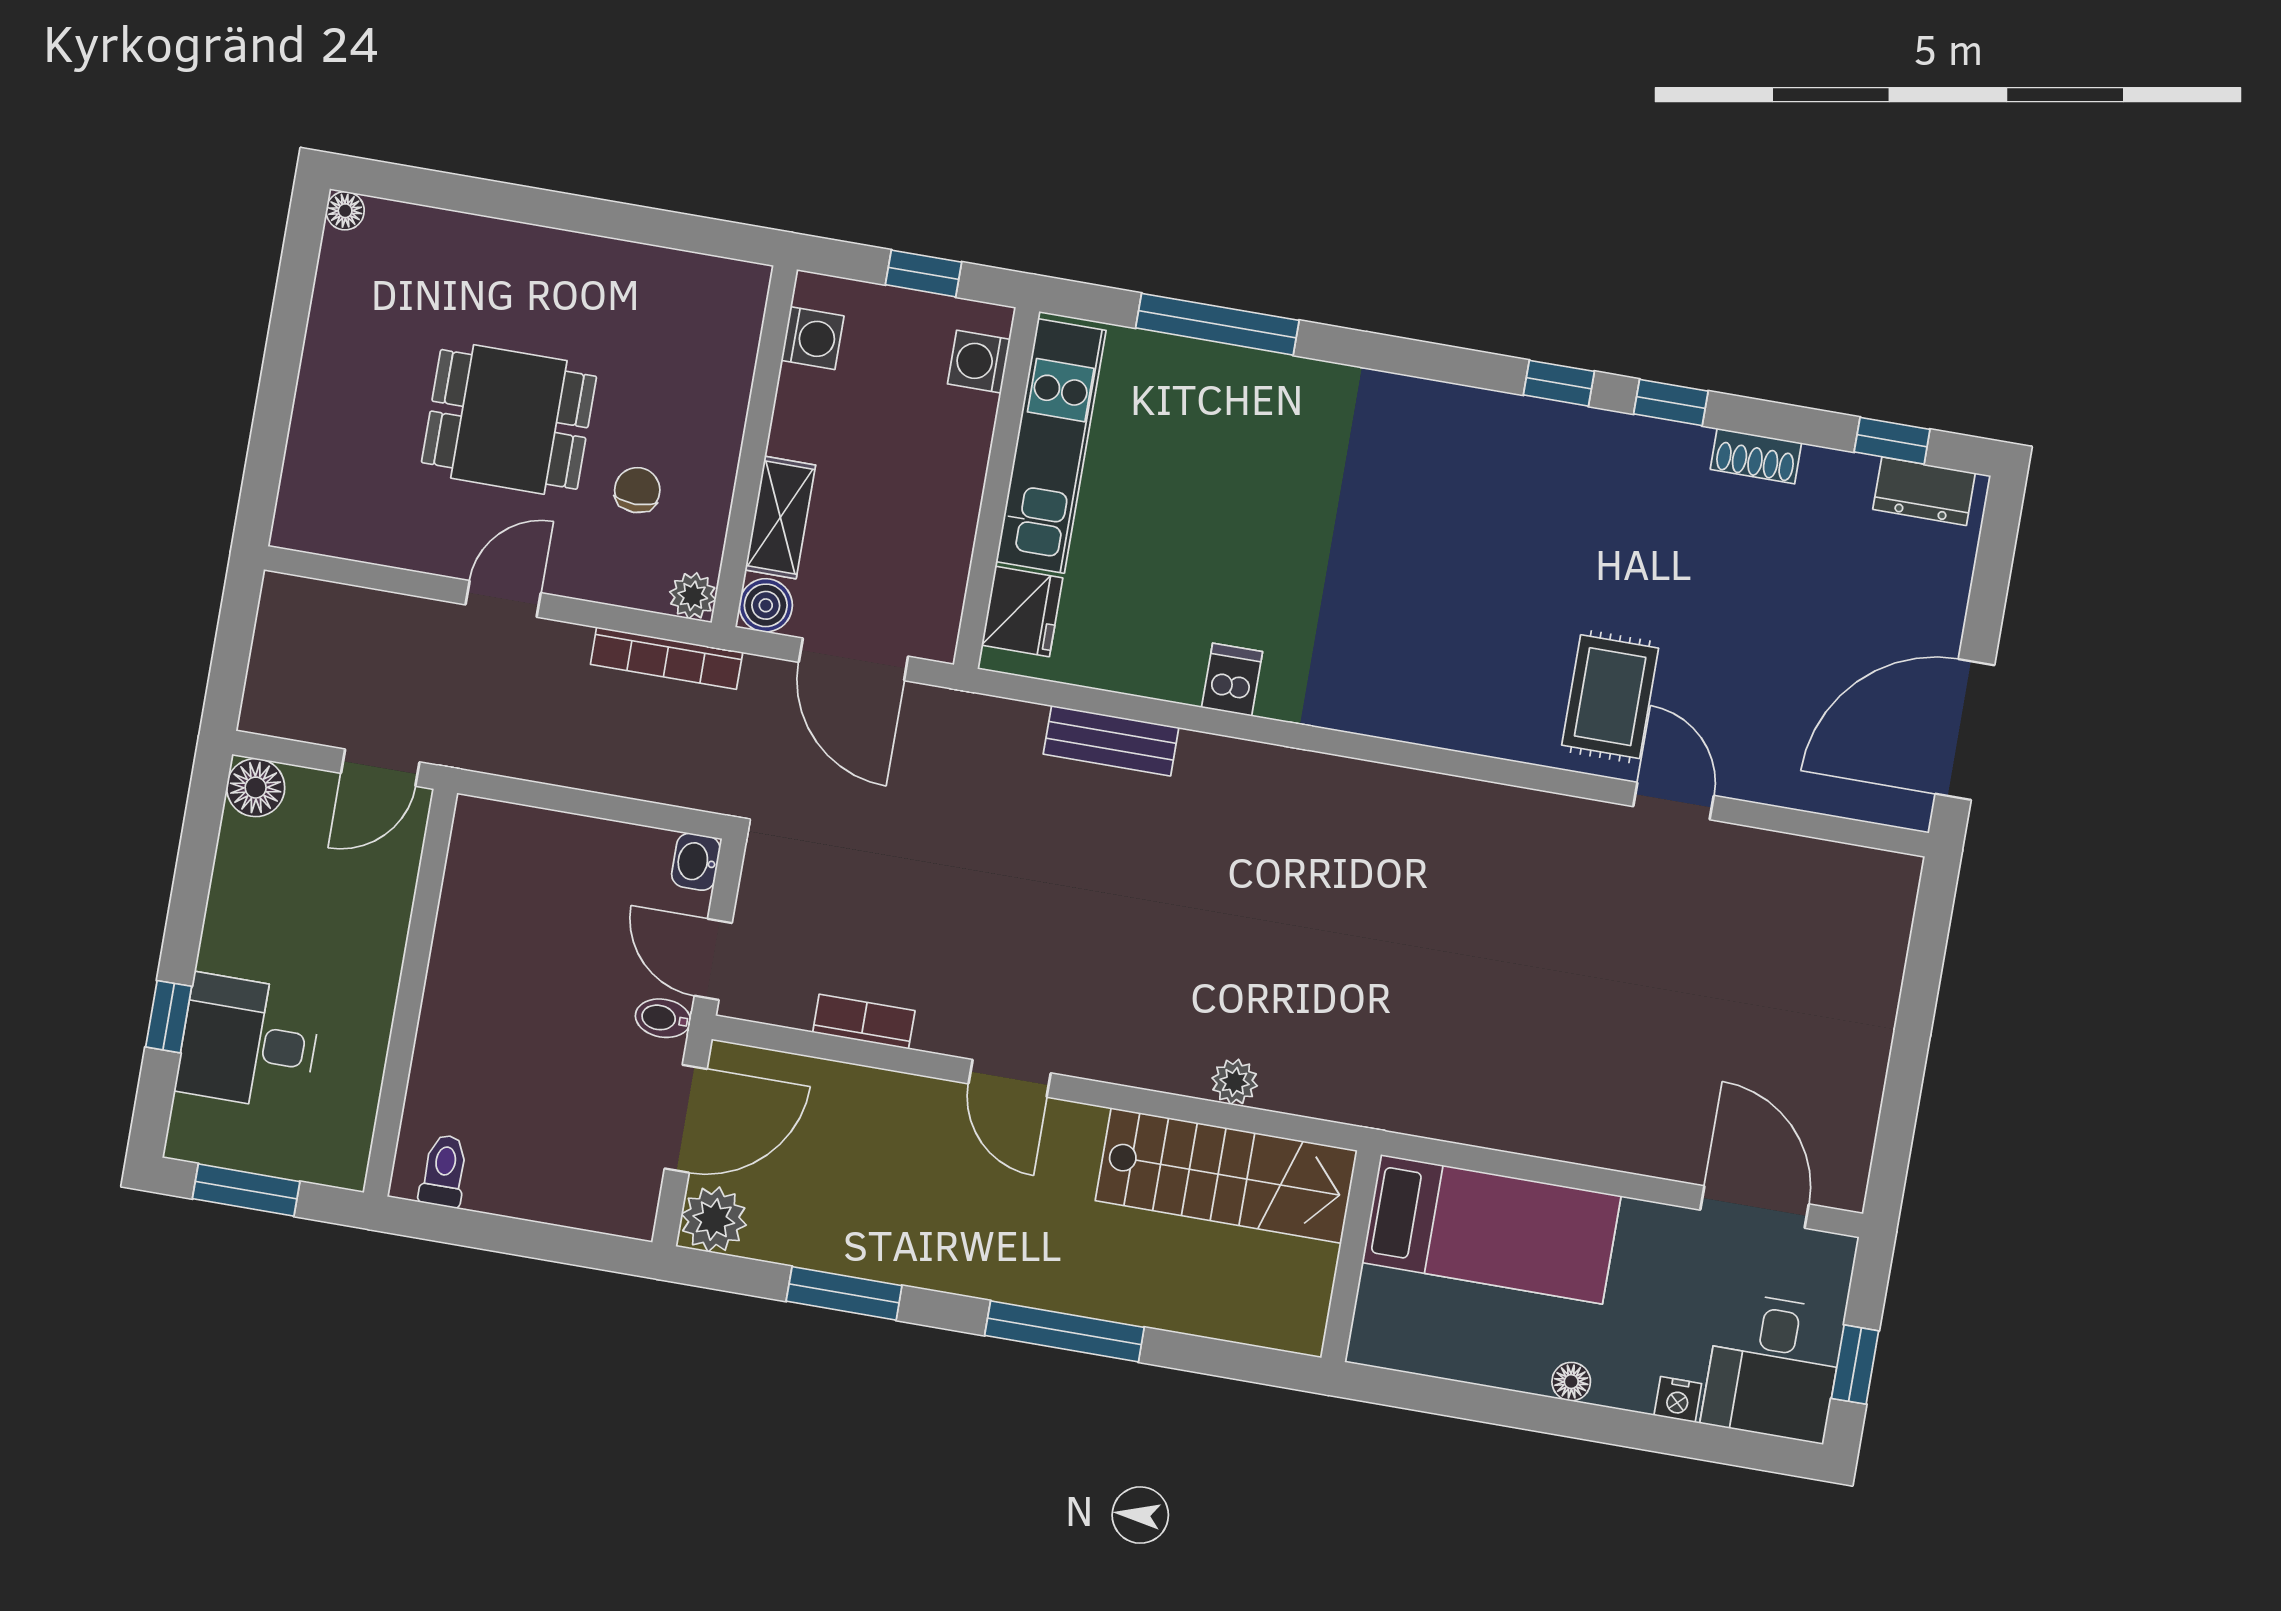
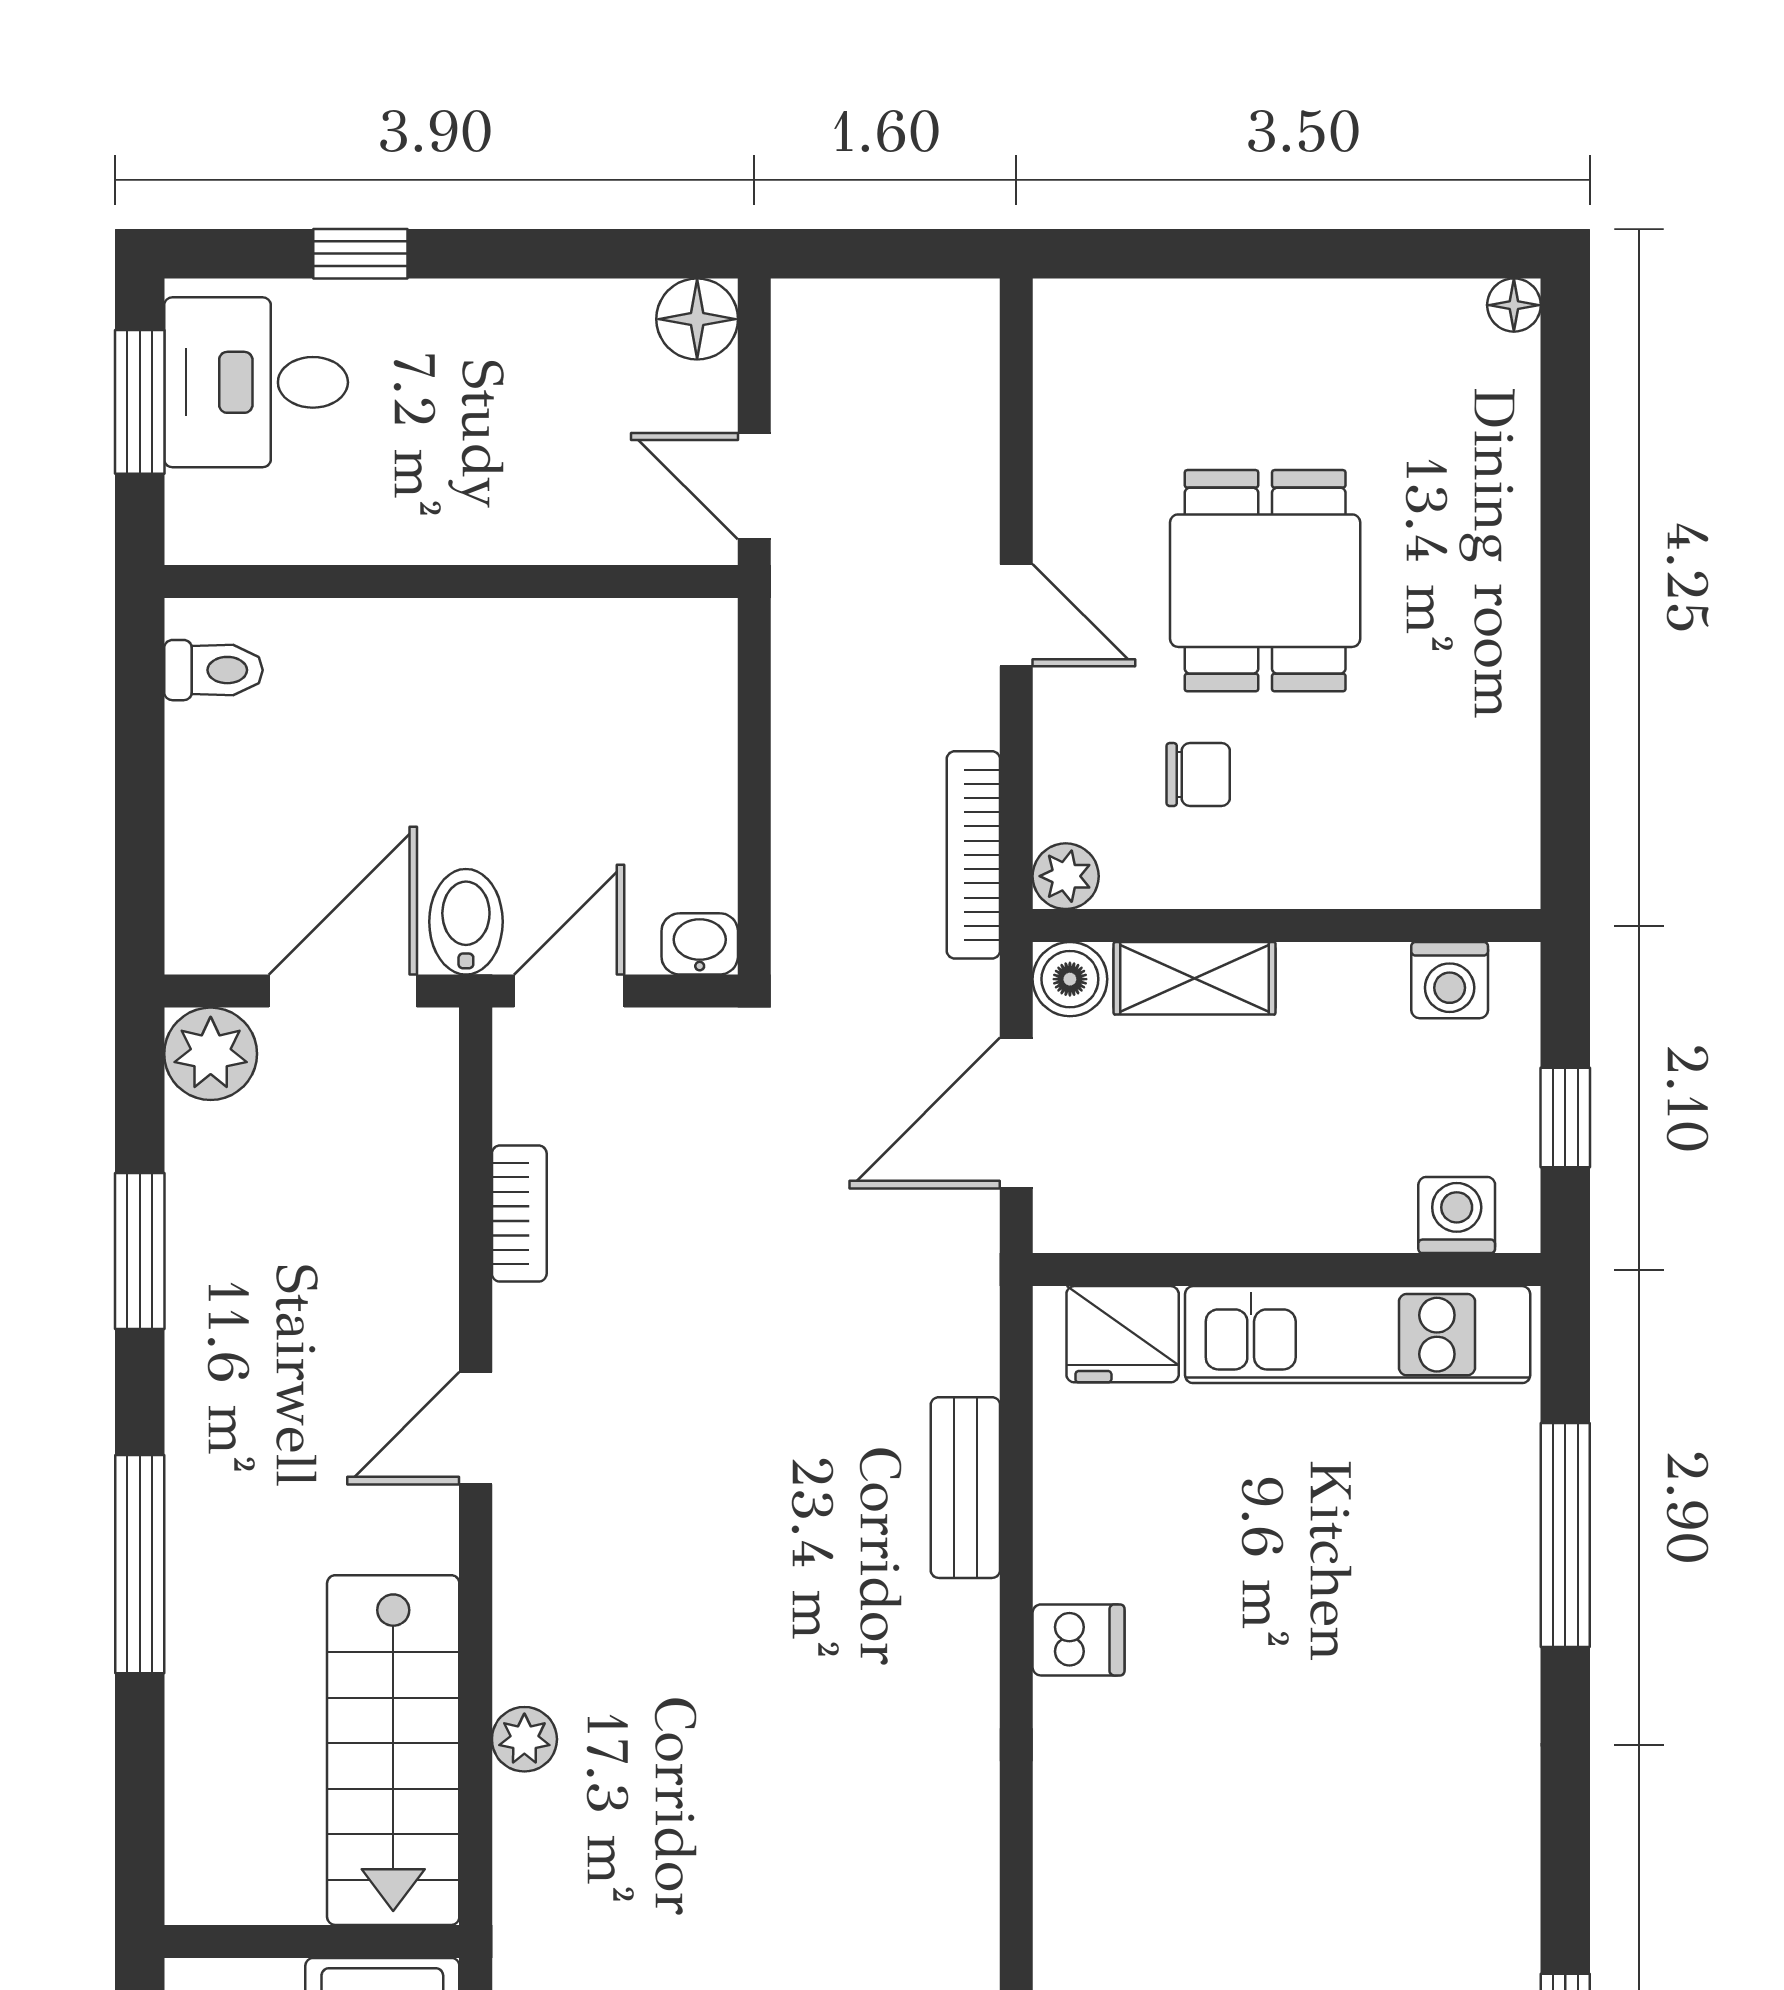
bidet: (663, 1018) -> (466, 922), width x1.38, depth x1.36
desk: (249, 1042) -> (256, 382), moved, turned -90
door: (686, 1119) -> (343, 991), swing flipped

